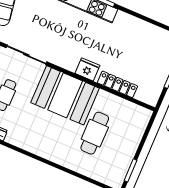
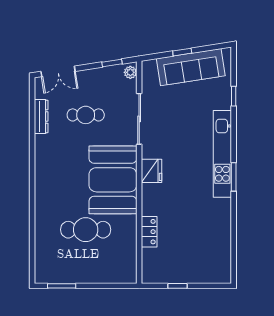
fridge: (88, 69) -> (152, 171), moved
locker: (117, 84) -> (149, 232), width x0.66

